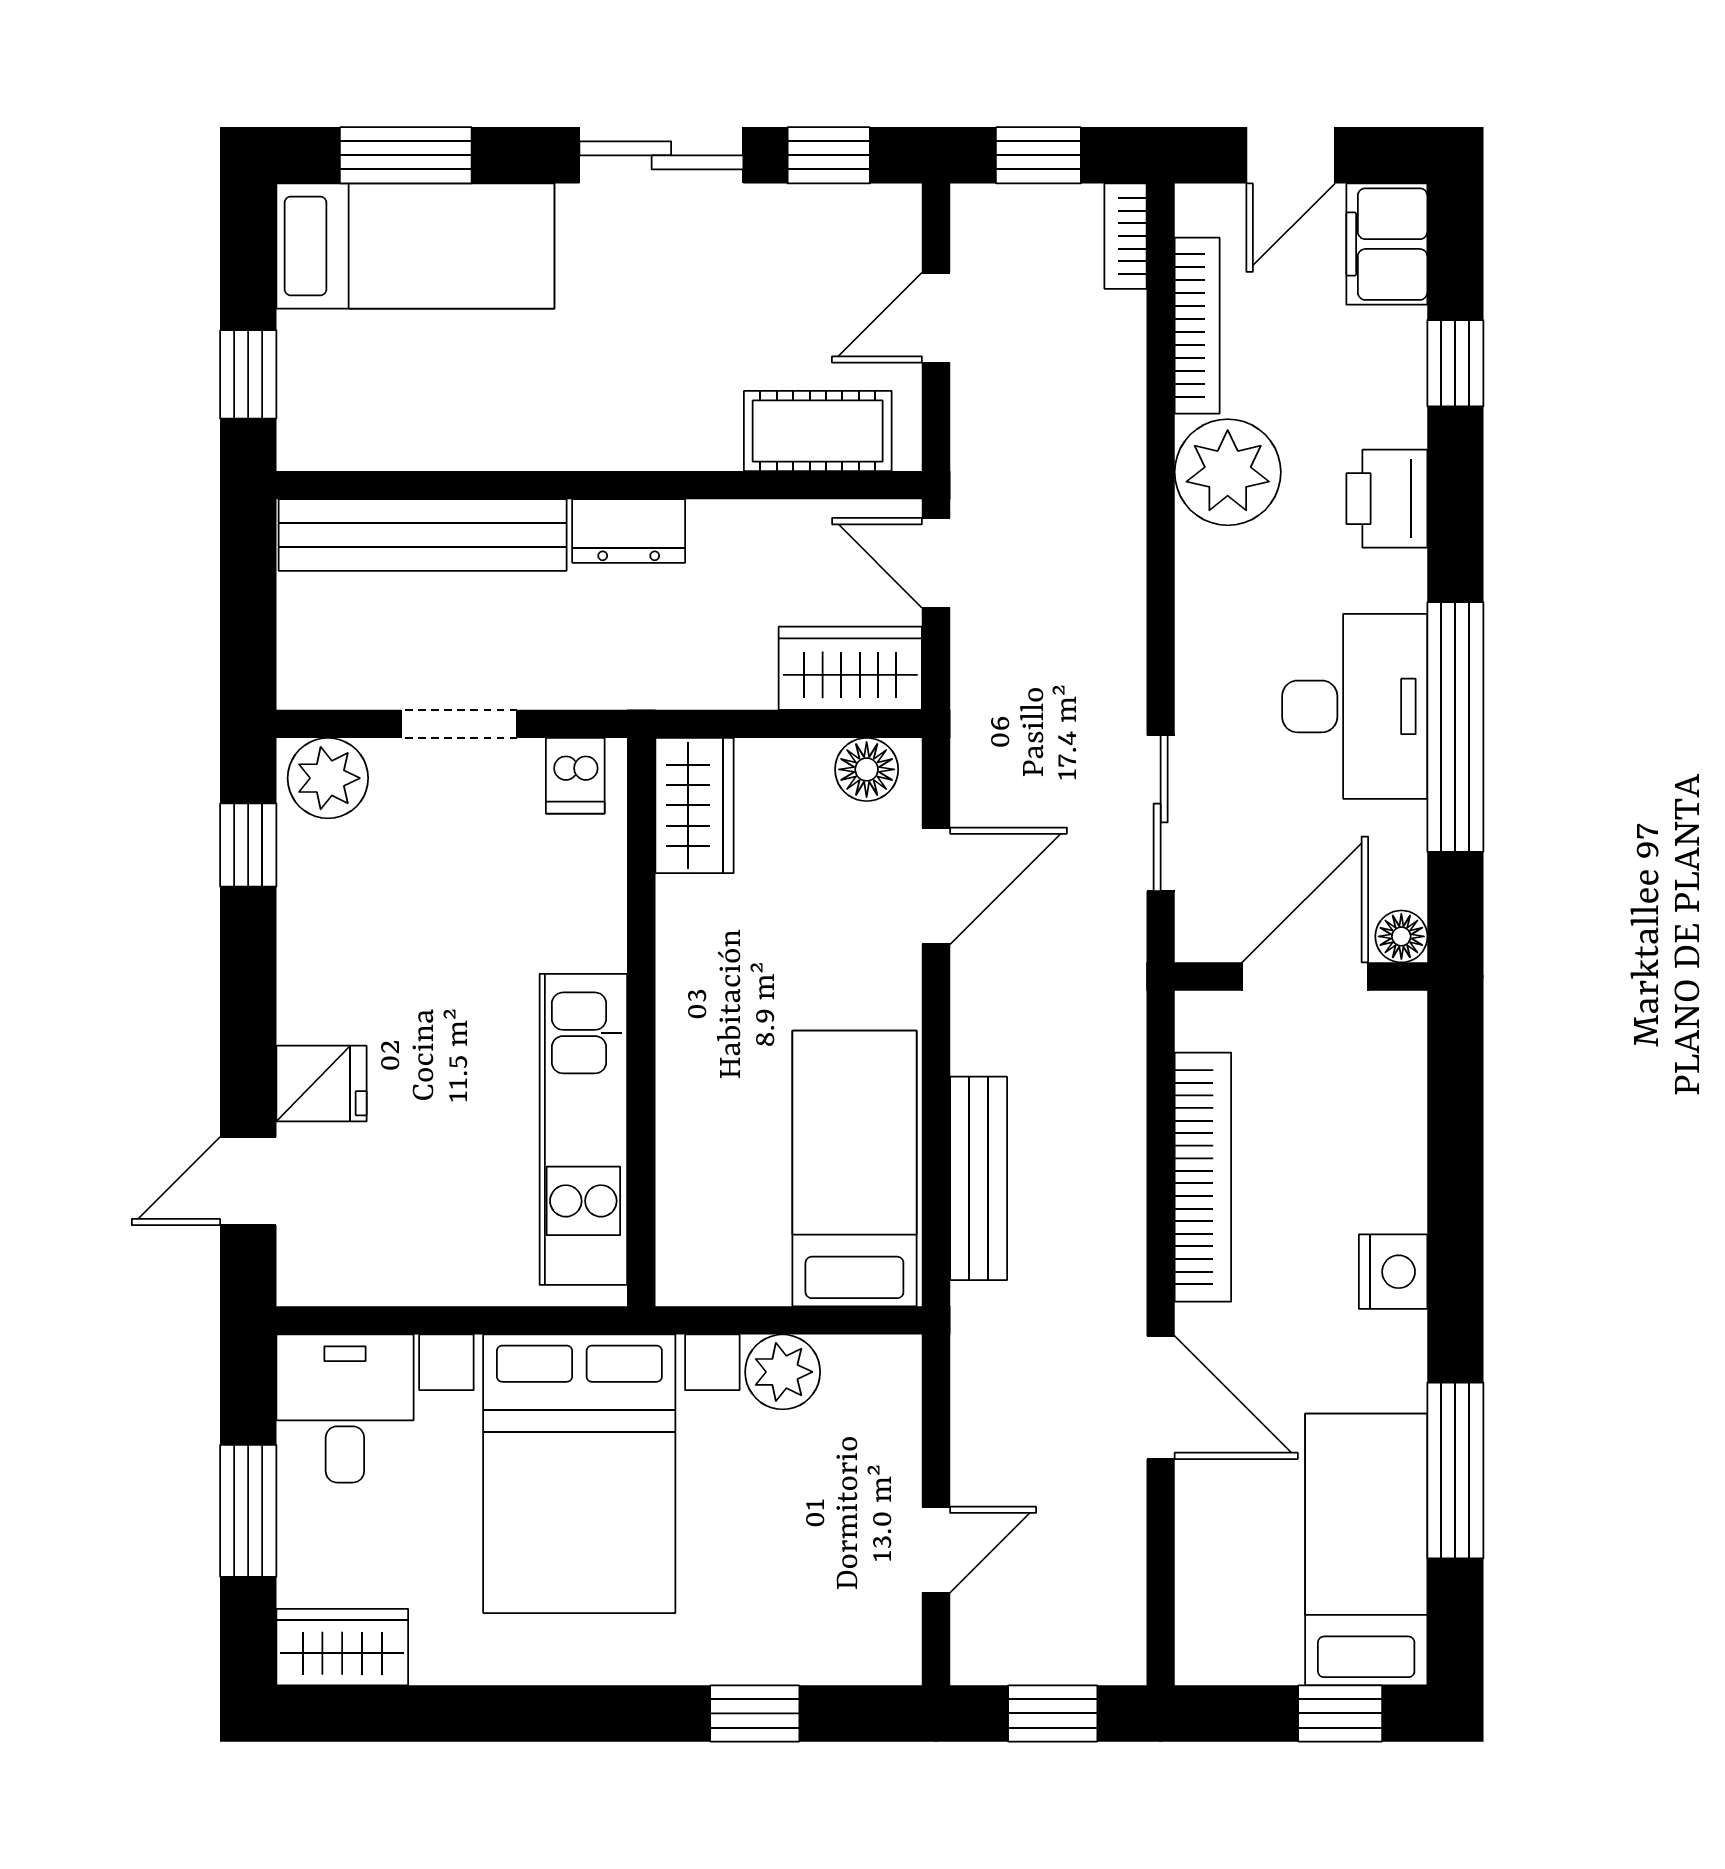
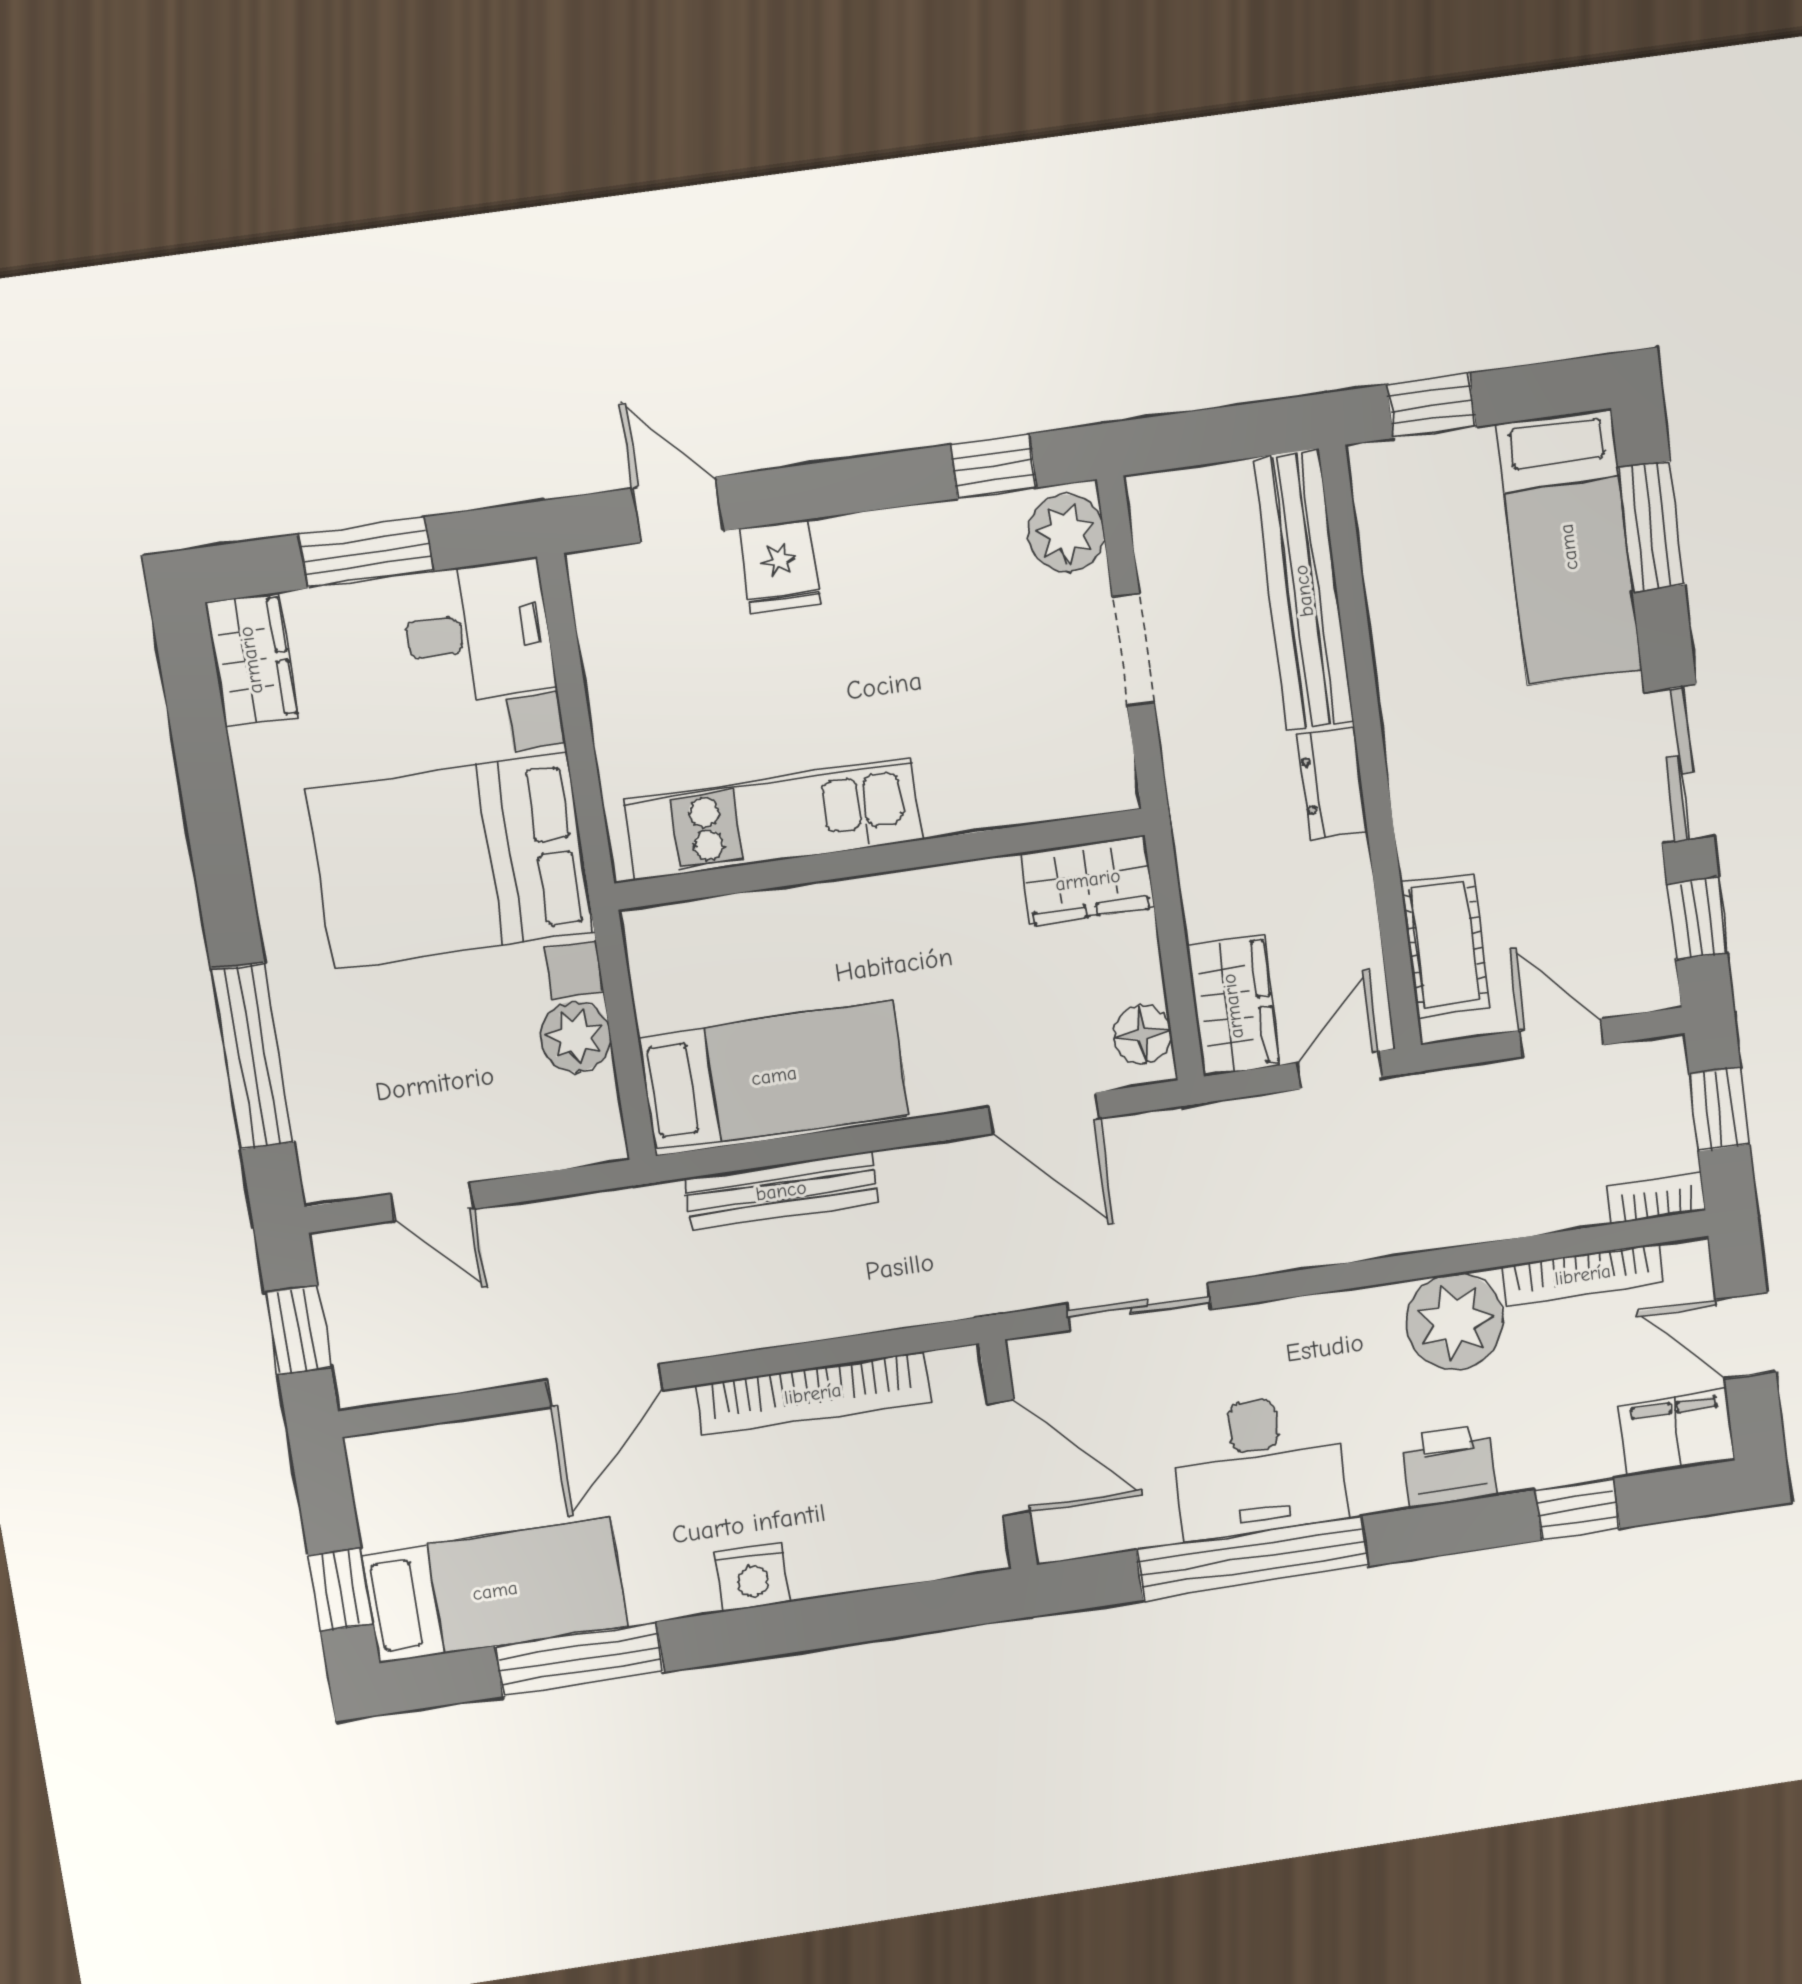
dishwasher: (575, 776) -> (1100, 765), removed
floor lamp: (1401, 936) -> (1057, 1538), removed
window: (755, 1713) -> (253, 1056), width x2.17

